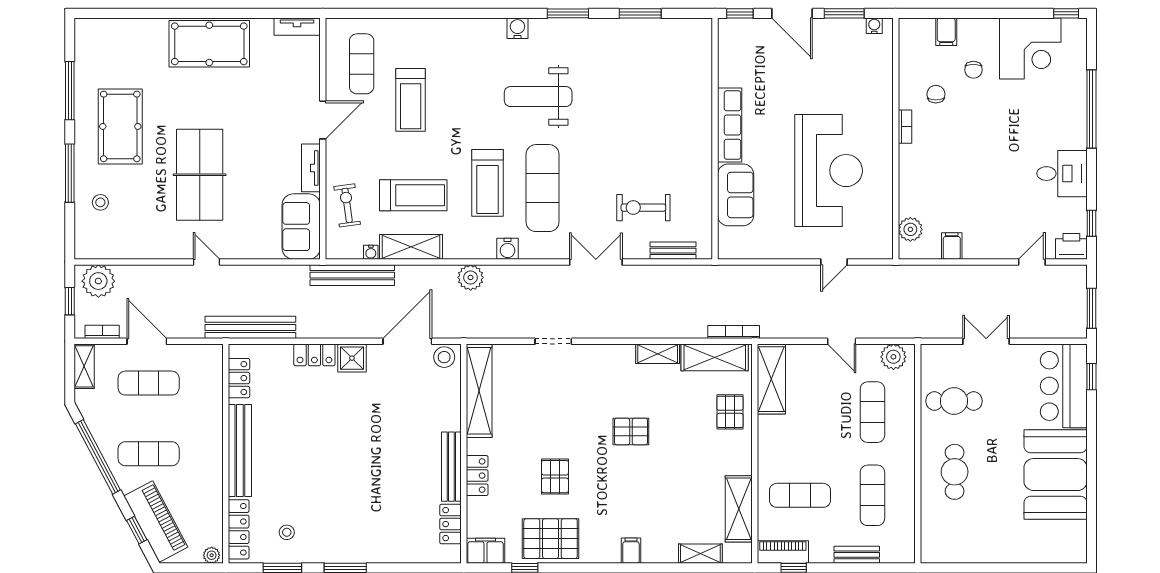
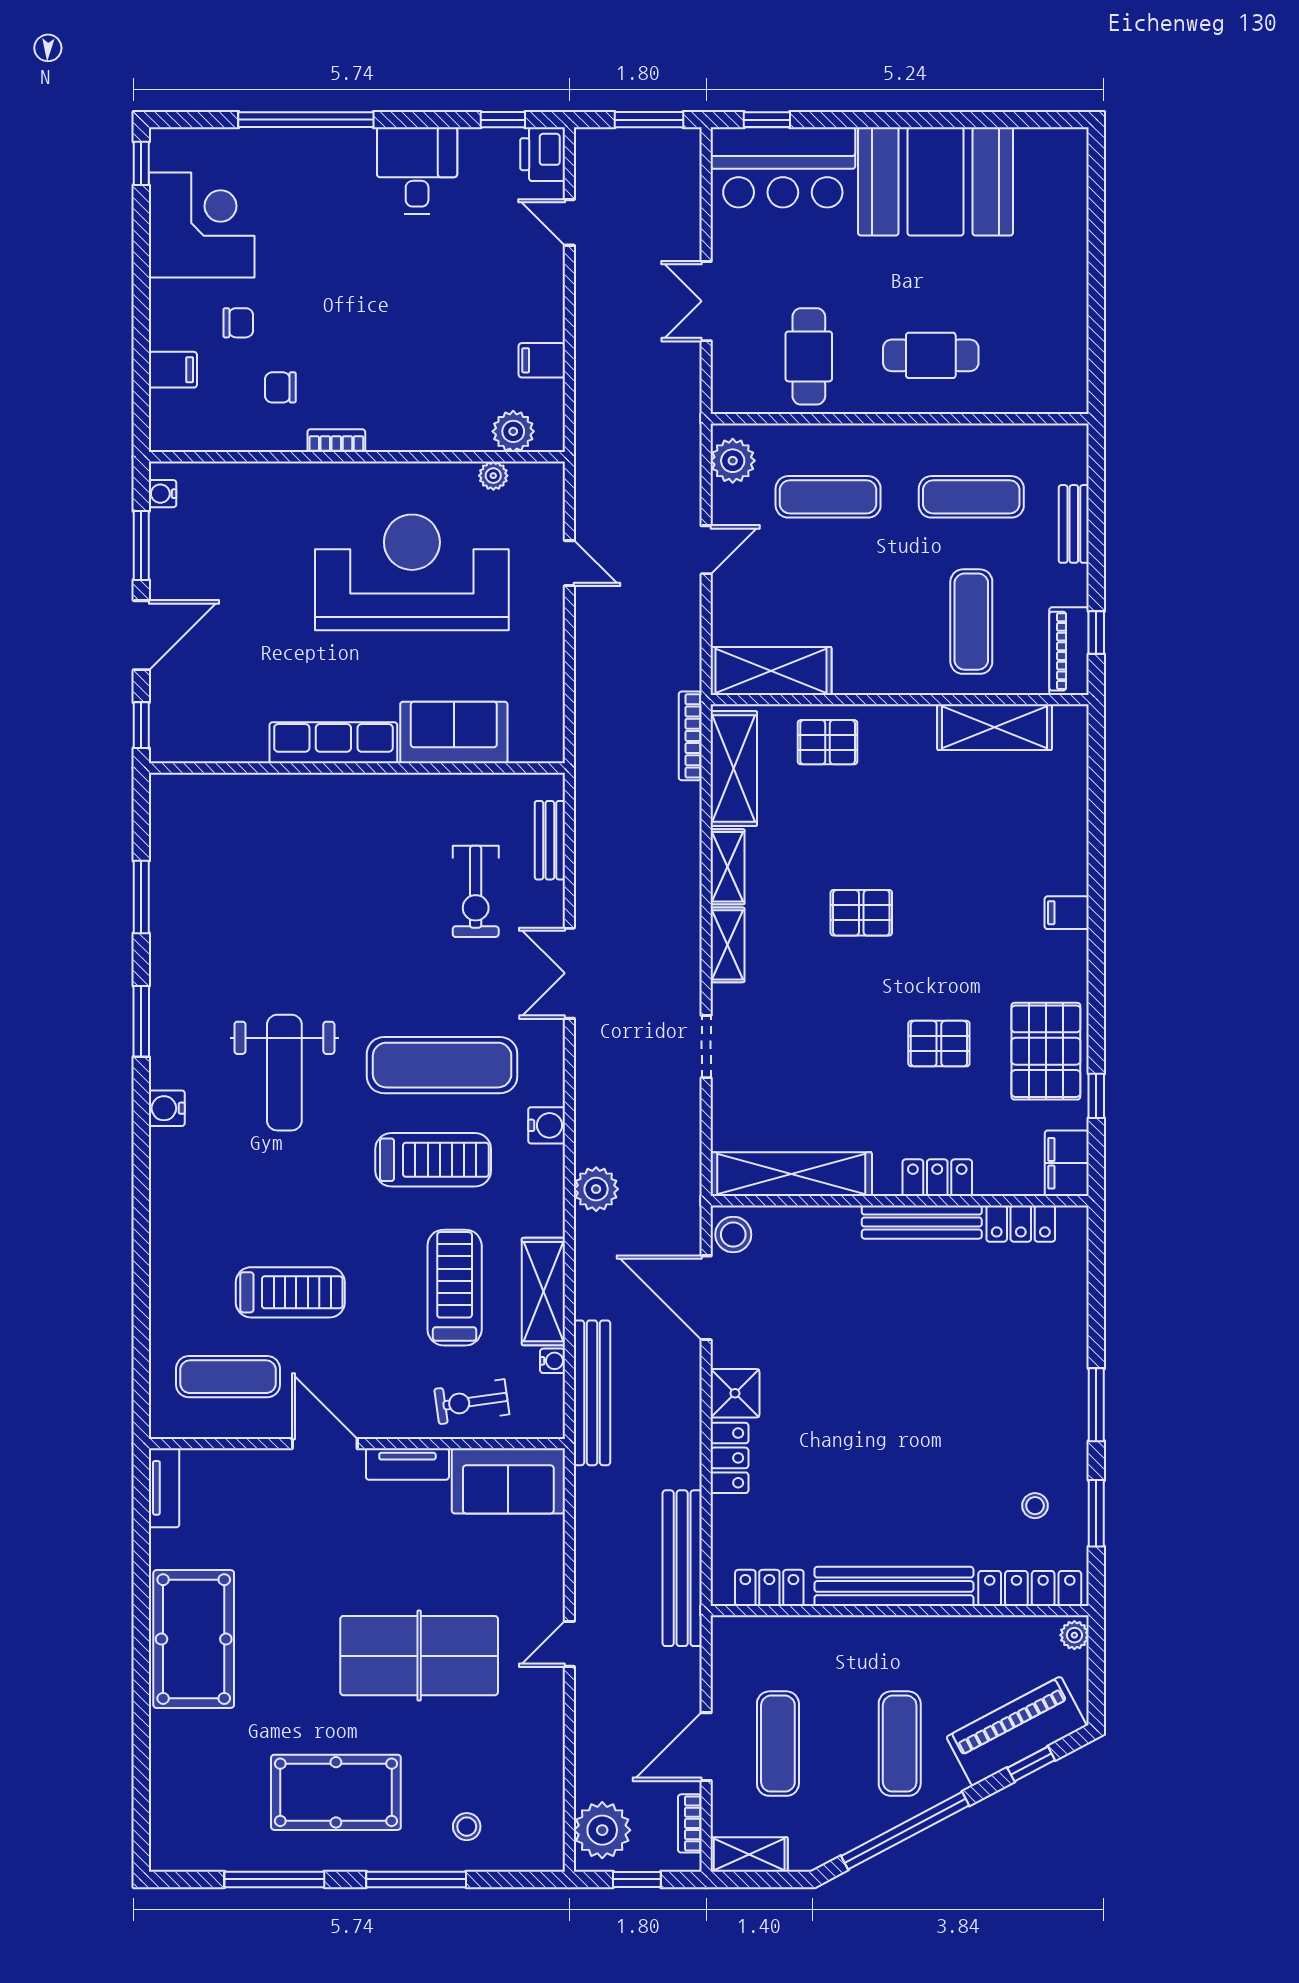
plant: (885, 218) -> (493, 476), added
pallet: (631, 431) -> (861, 913), turned 90
shelving: (700, 554) -> (727, 945), moved

